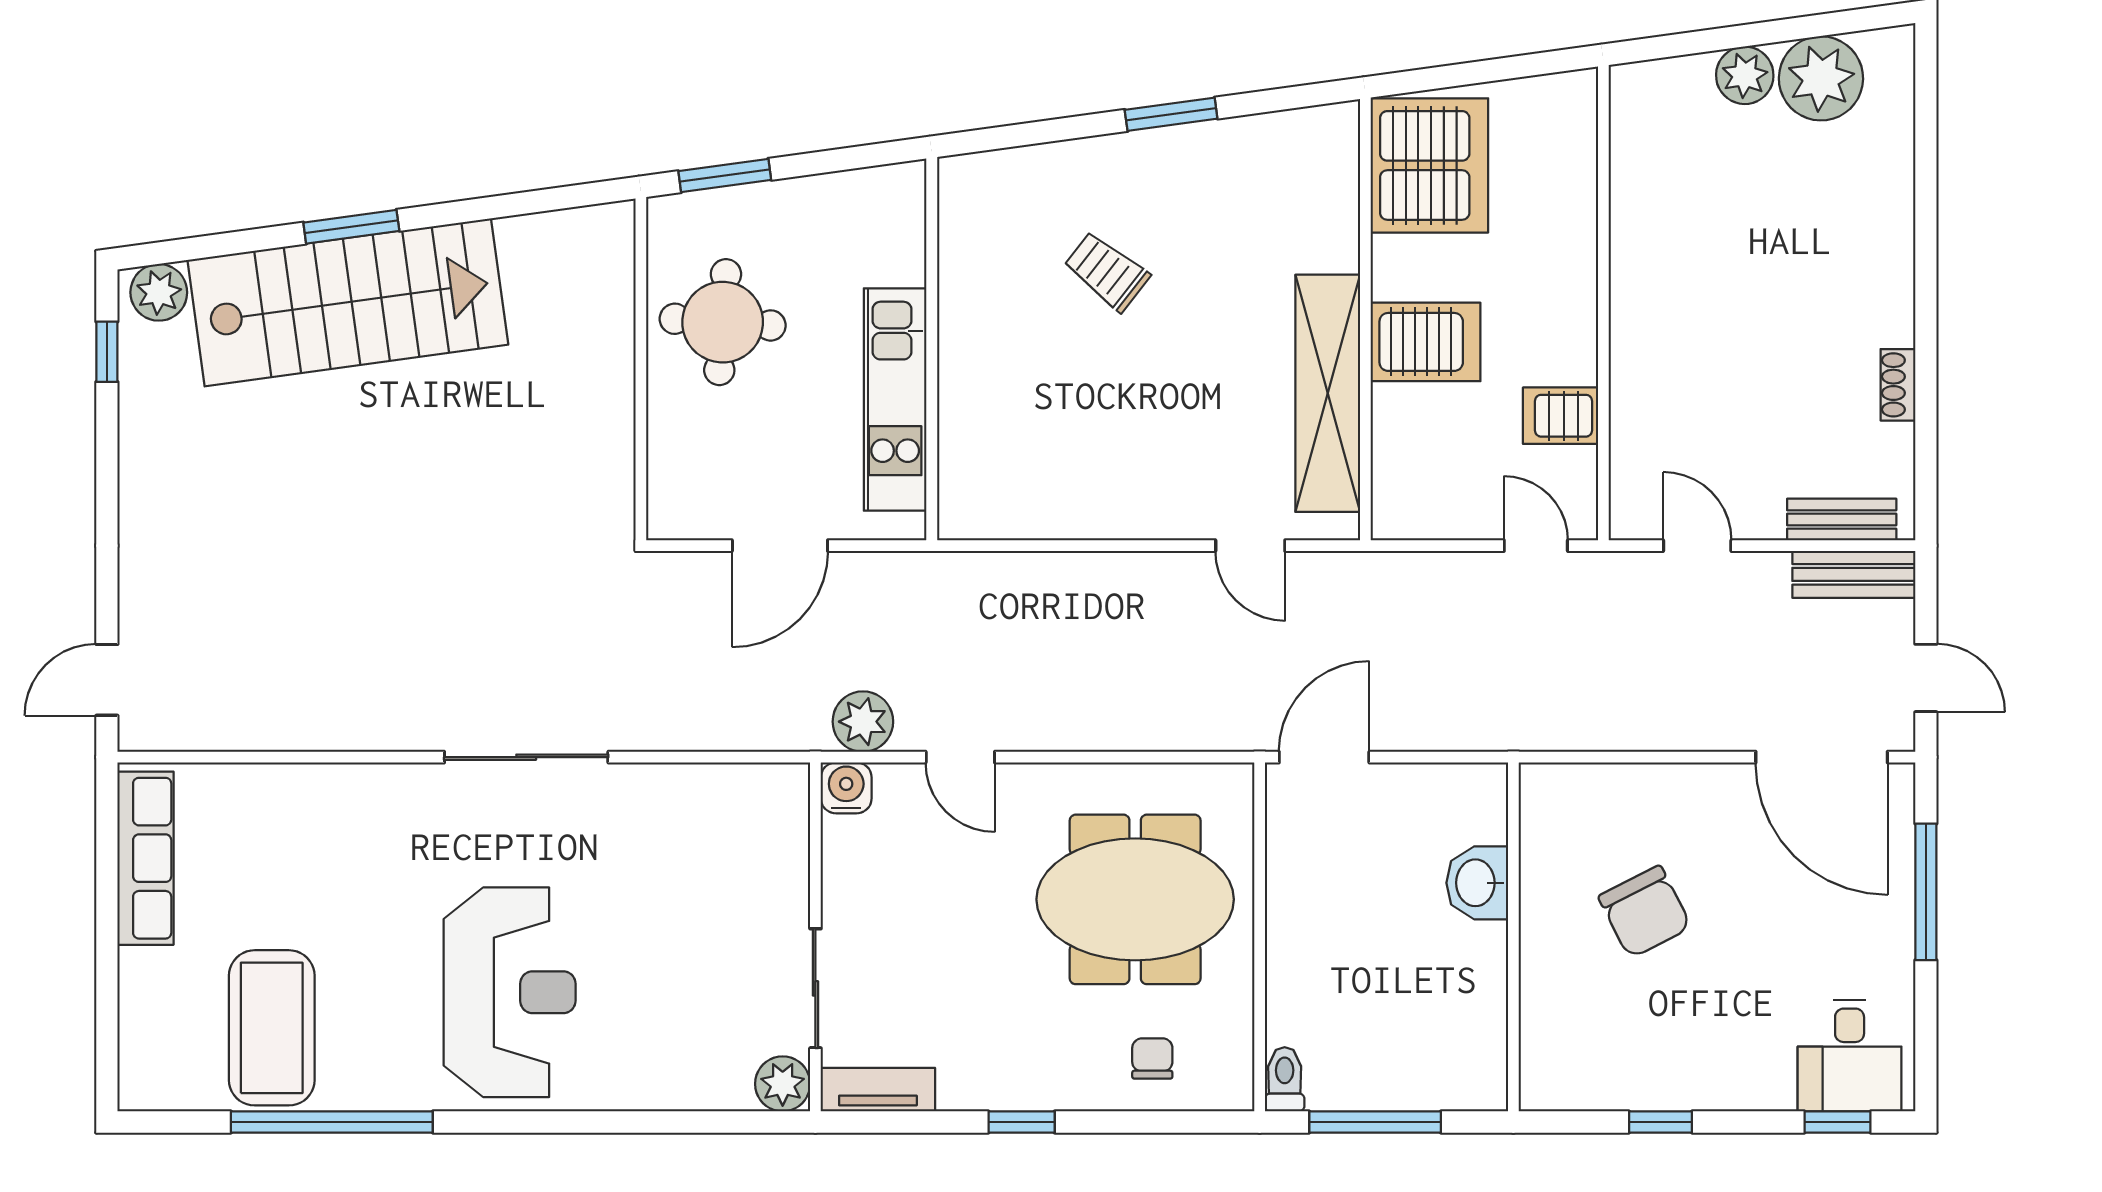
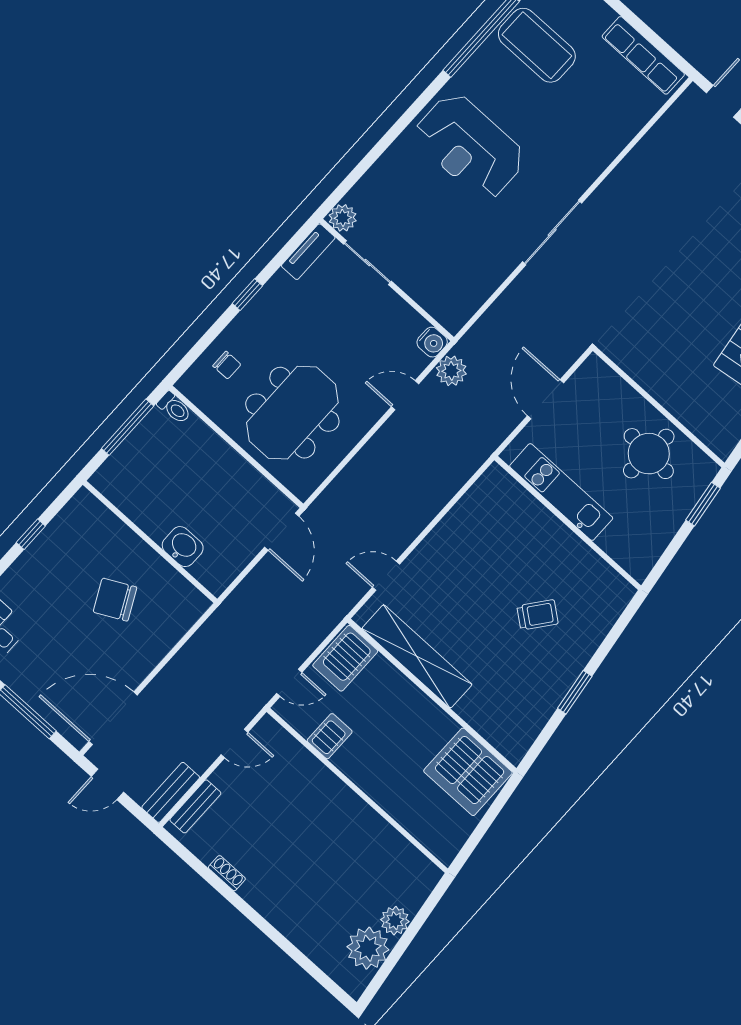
server rack: (1426, 342) -> (345, 658), moved

